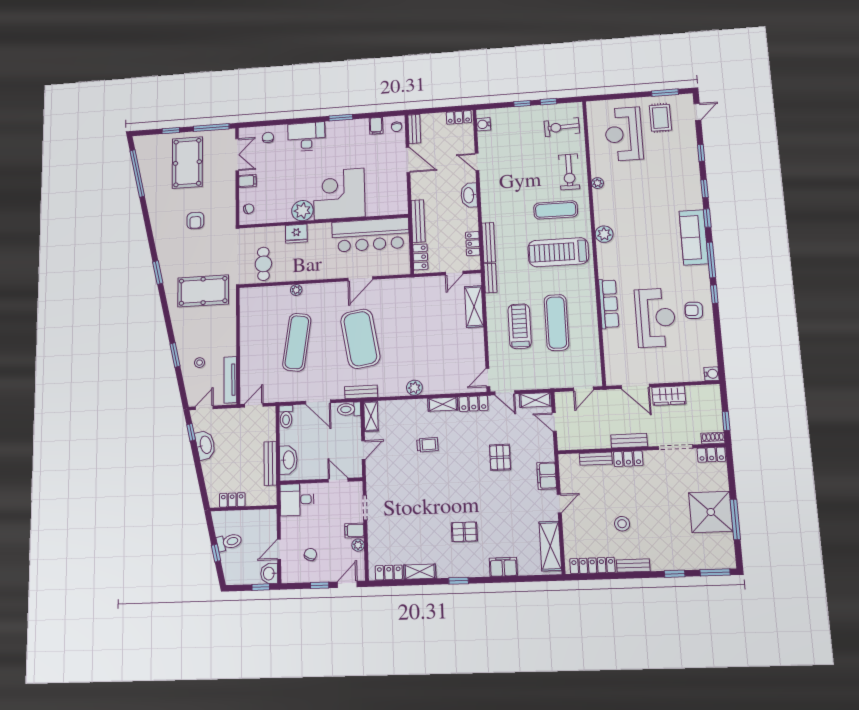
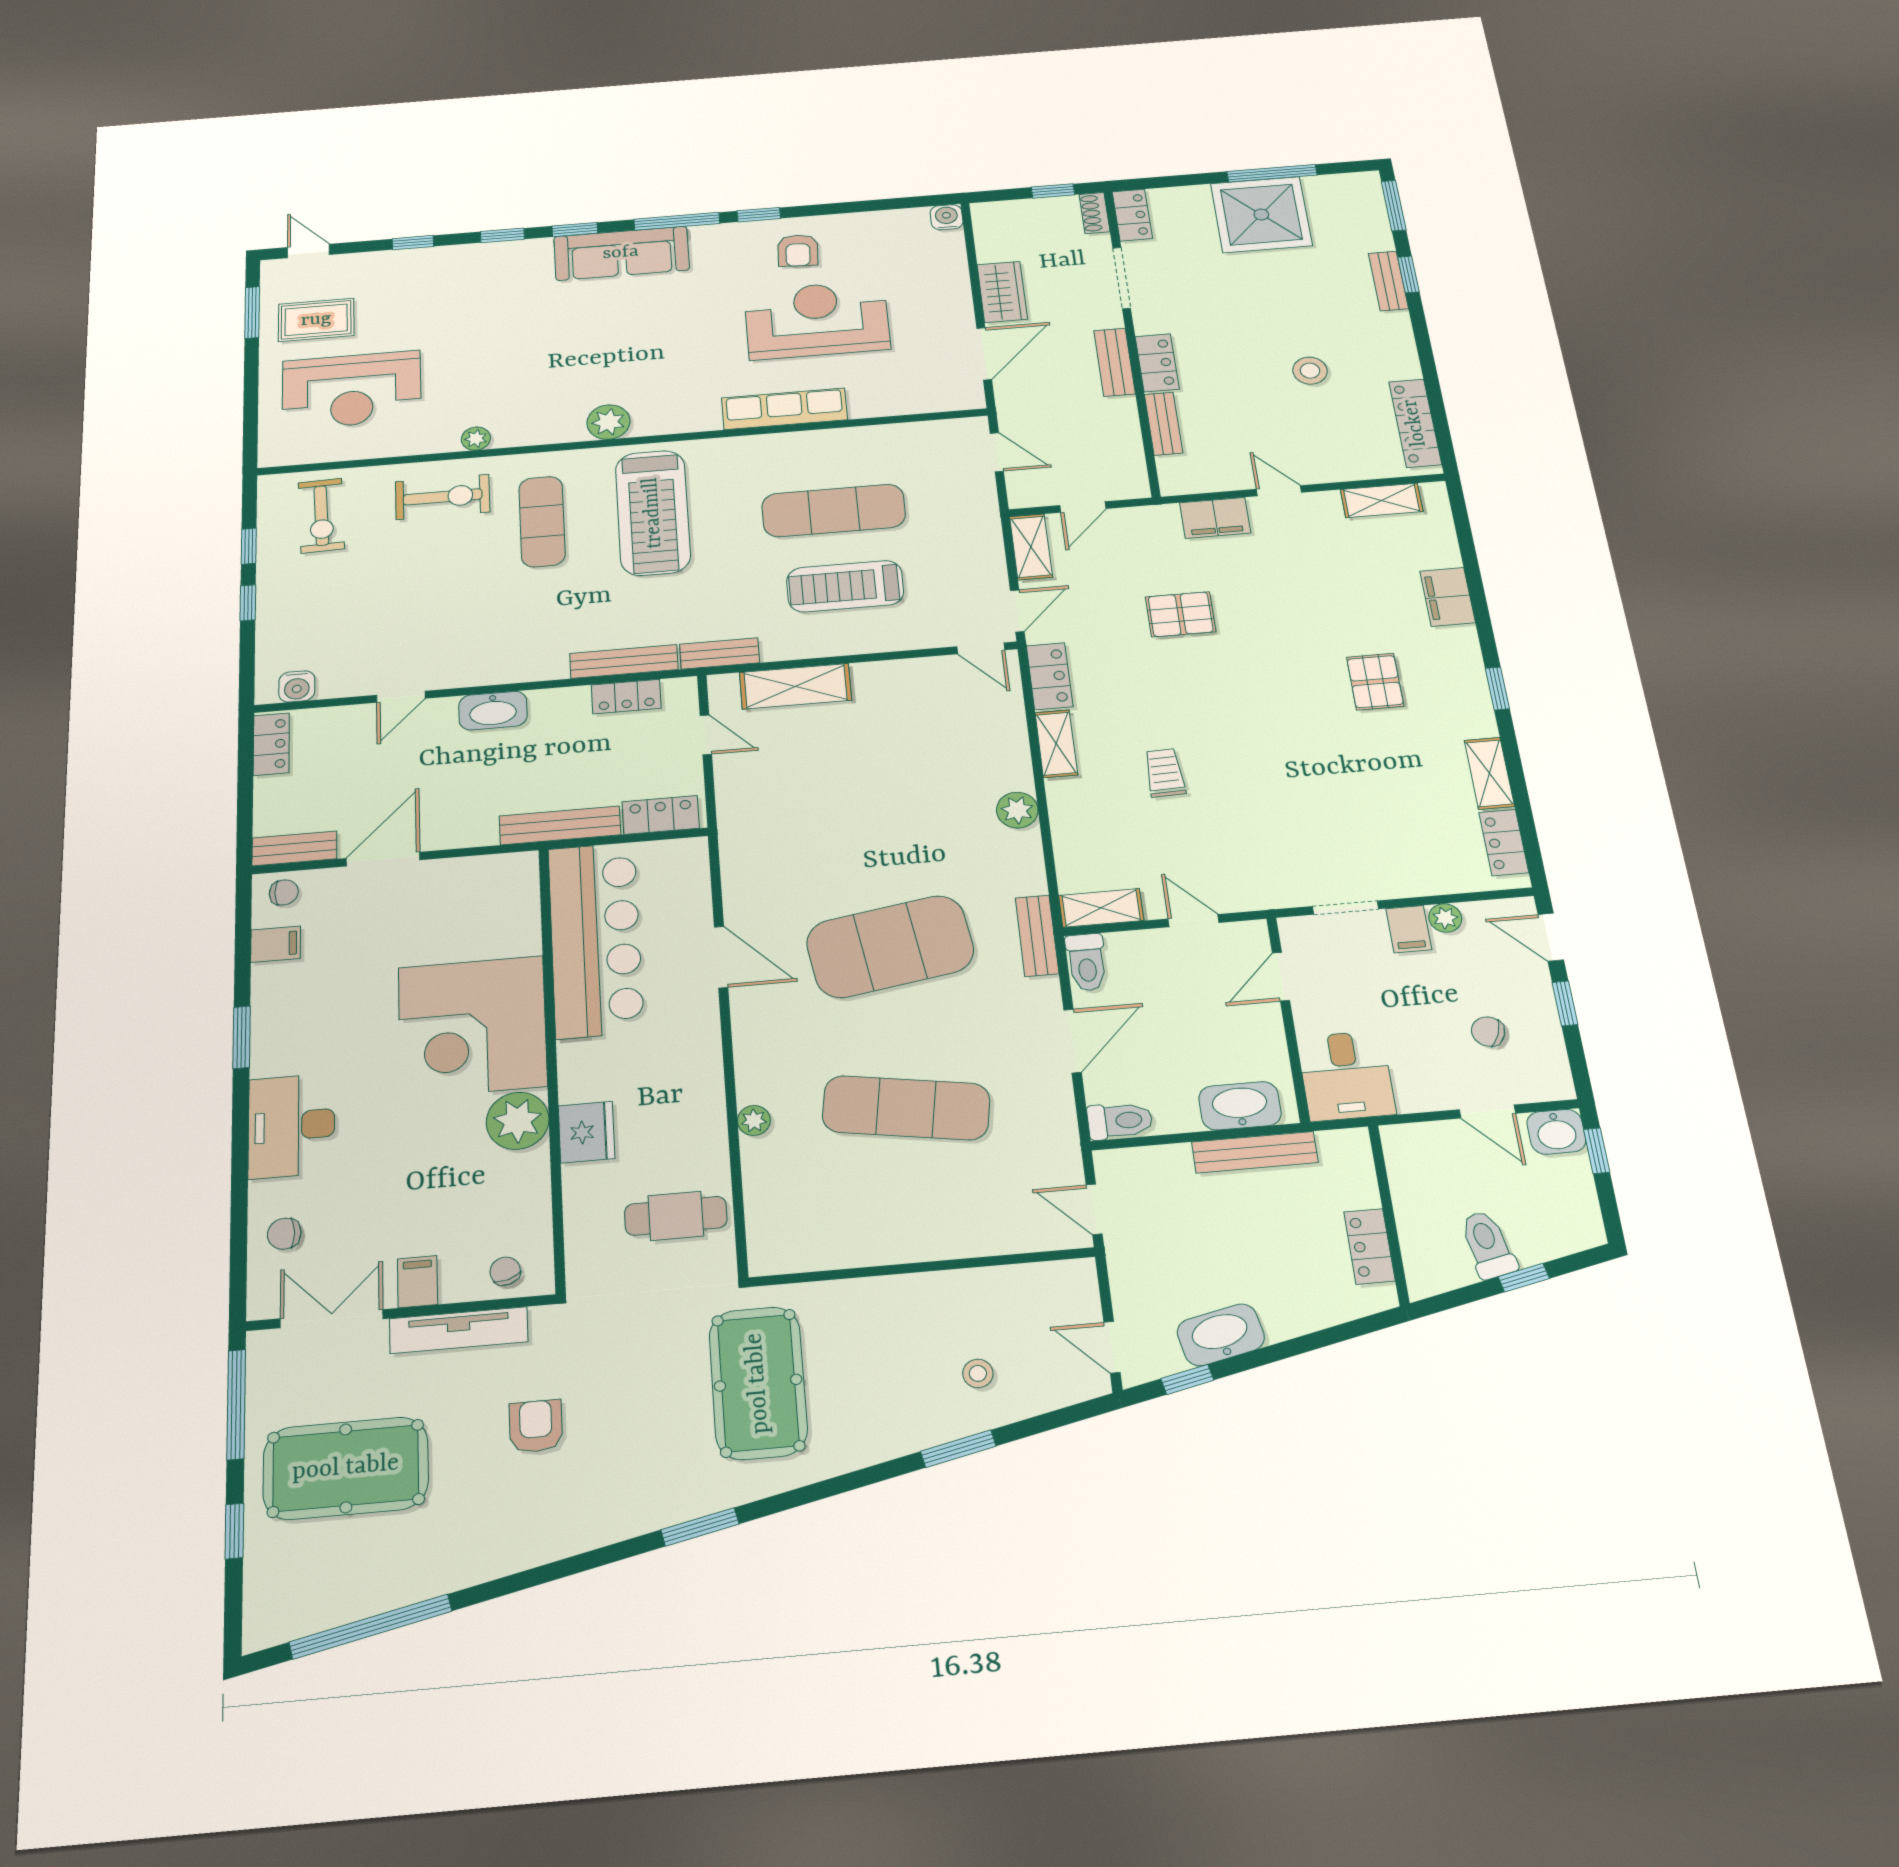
armchair: (195, 221) -> (536, 1426), turned -90
tv unit: (230, 380) -> (459, 1330), moved
shelving: (550, 546) -> (1382, 500), width x0.67, depth x0.75
bench: (633, 566) -> (1388, 281), moved

